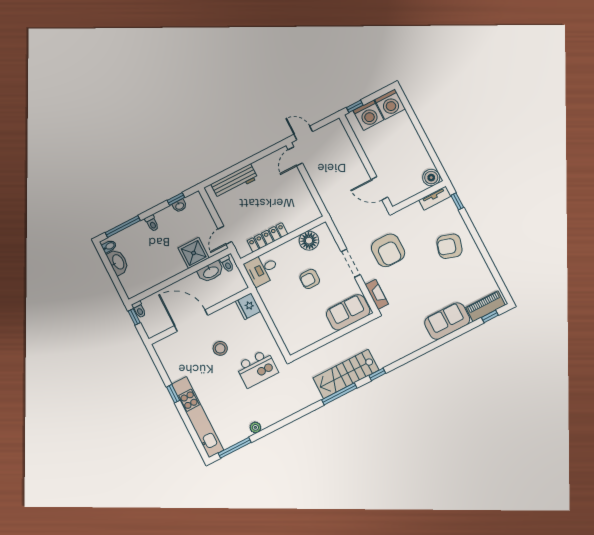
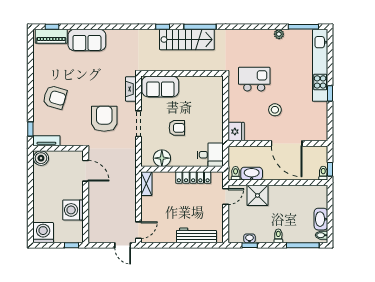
washing machine: (368, 115) -> (73, 210), moved, turned -90
shelving: (311, 207) -> (146, 184), added

